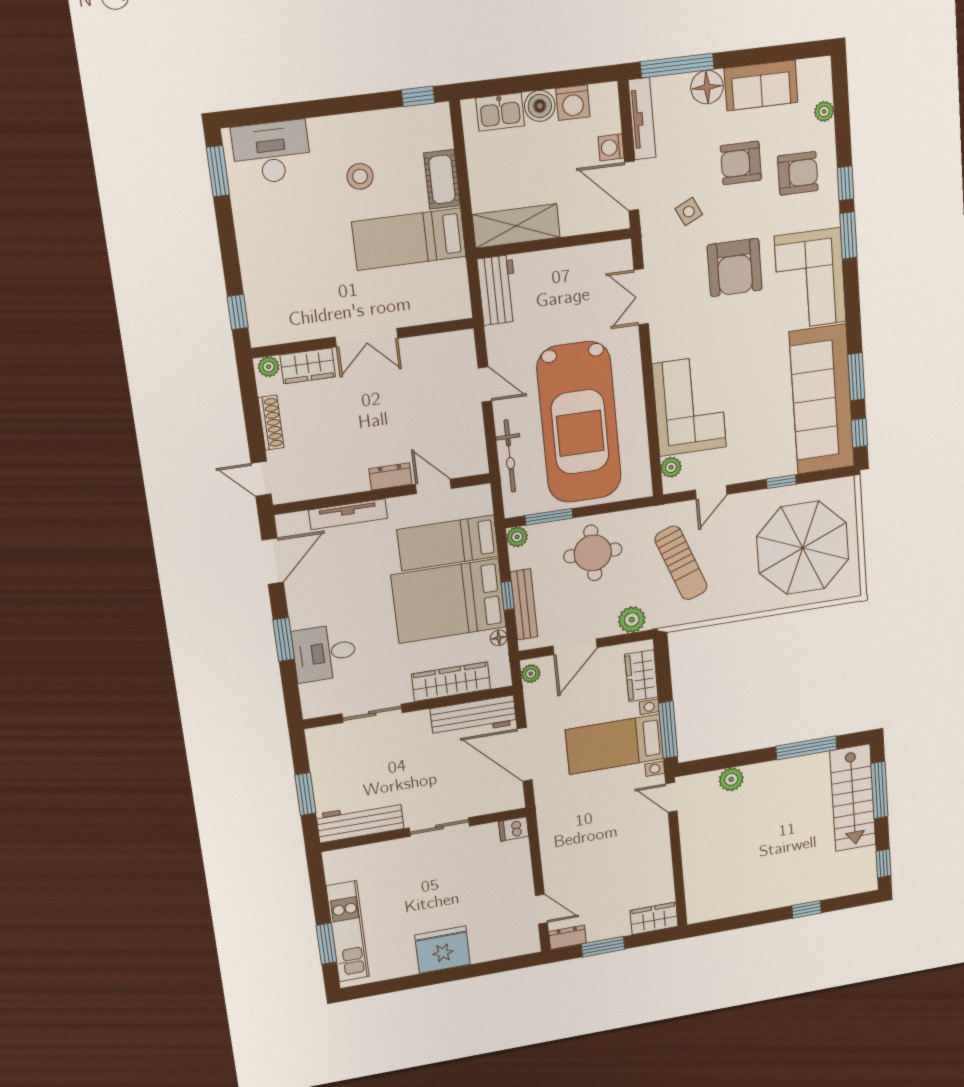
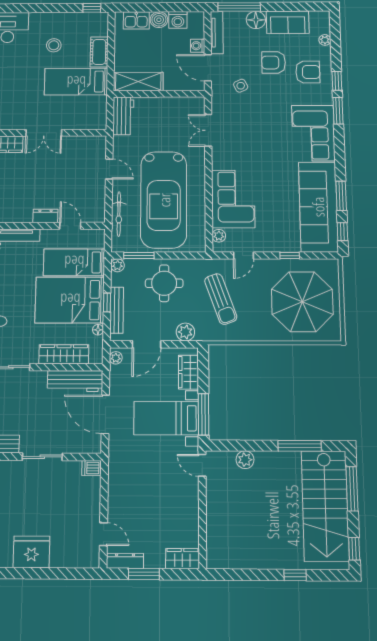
armchair: (735, 268) -> (267, 121), removed
stairs: (853, 798) -> (325, 506), width x1.36, depth x1.51
dresser: (567, 937) -> (125, 561), width x1.44

